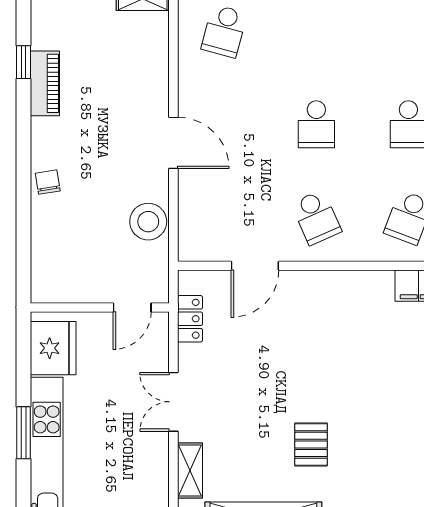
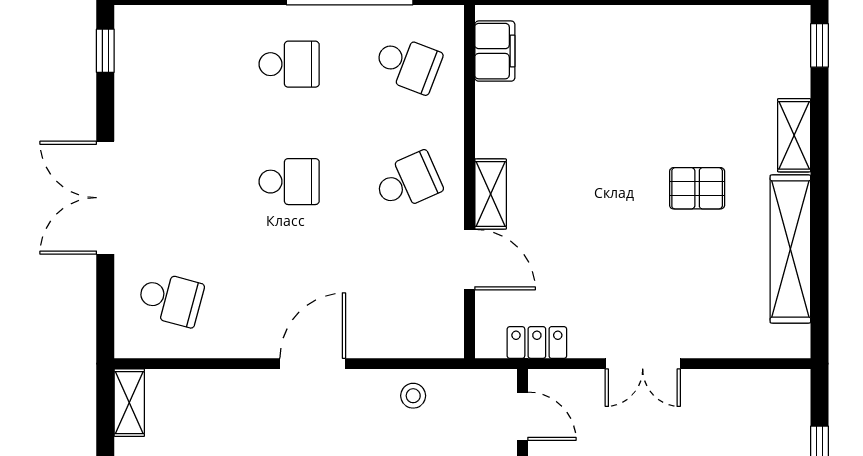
stool: (148, 222) -> (413, 396), width x0.53, depth x0.53
shelving: (190, 470) -> (491, 194), moved, turned 90

